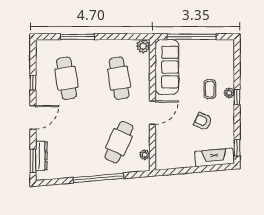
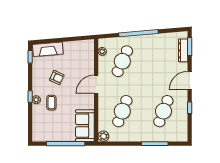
sofa: (167, 67) -> (85, 126), width x0.73
cafe table: (66, 78) -> (163, 111), turned 30
cafe table: (119, 78) -> (122, 111), turned 30

